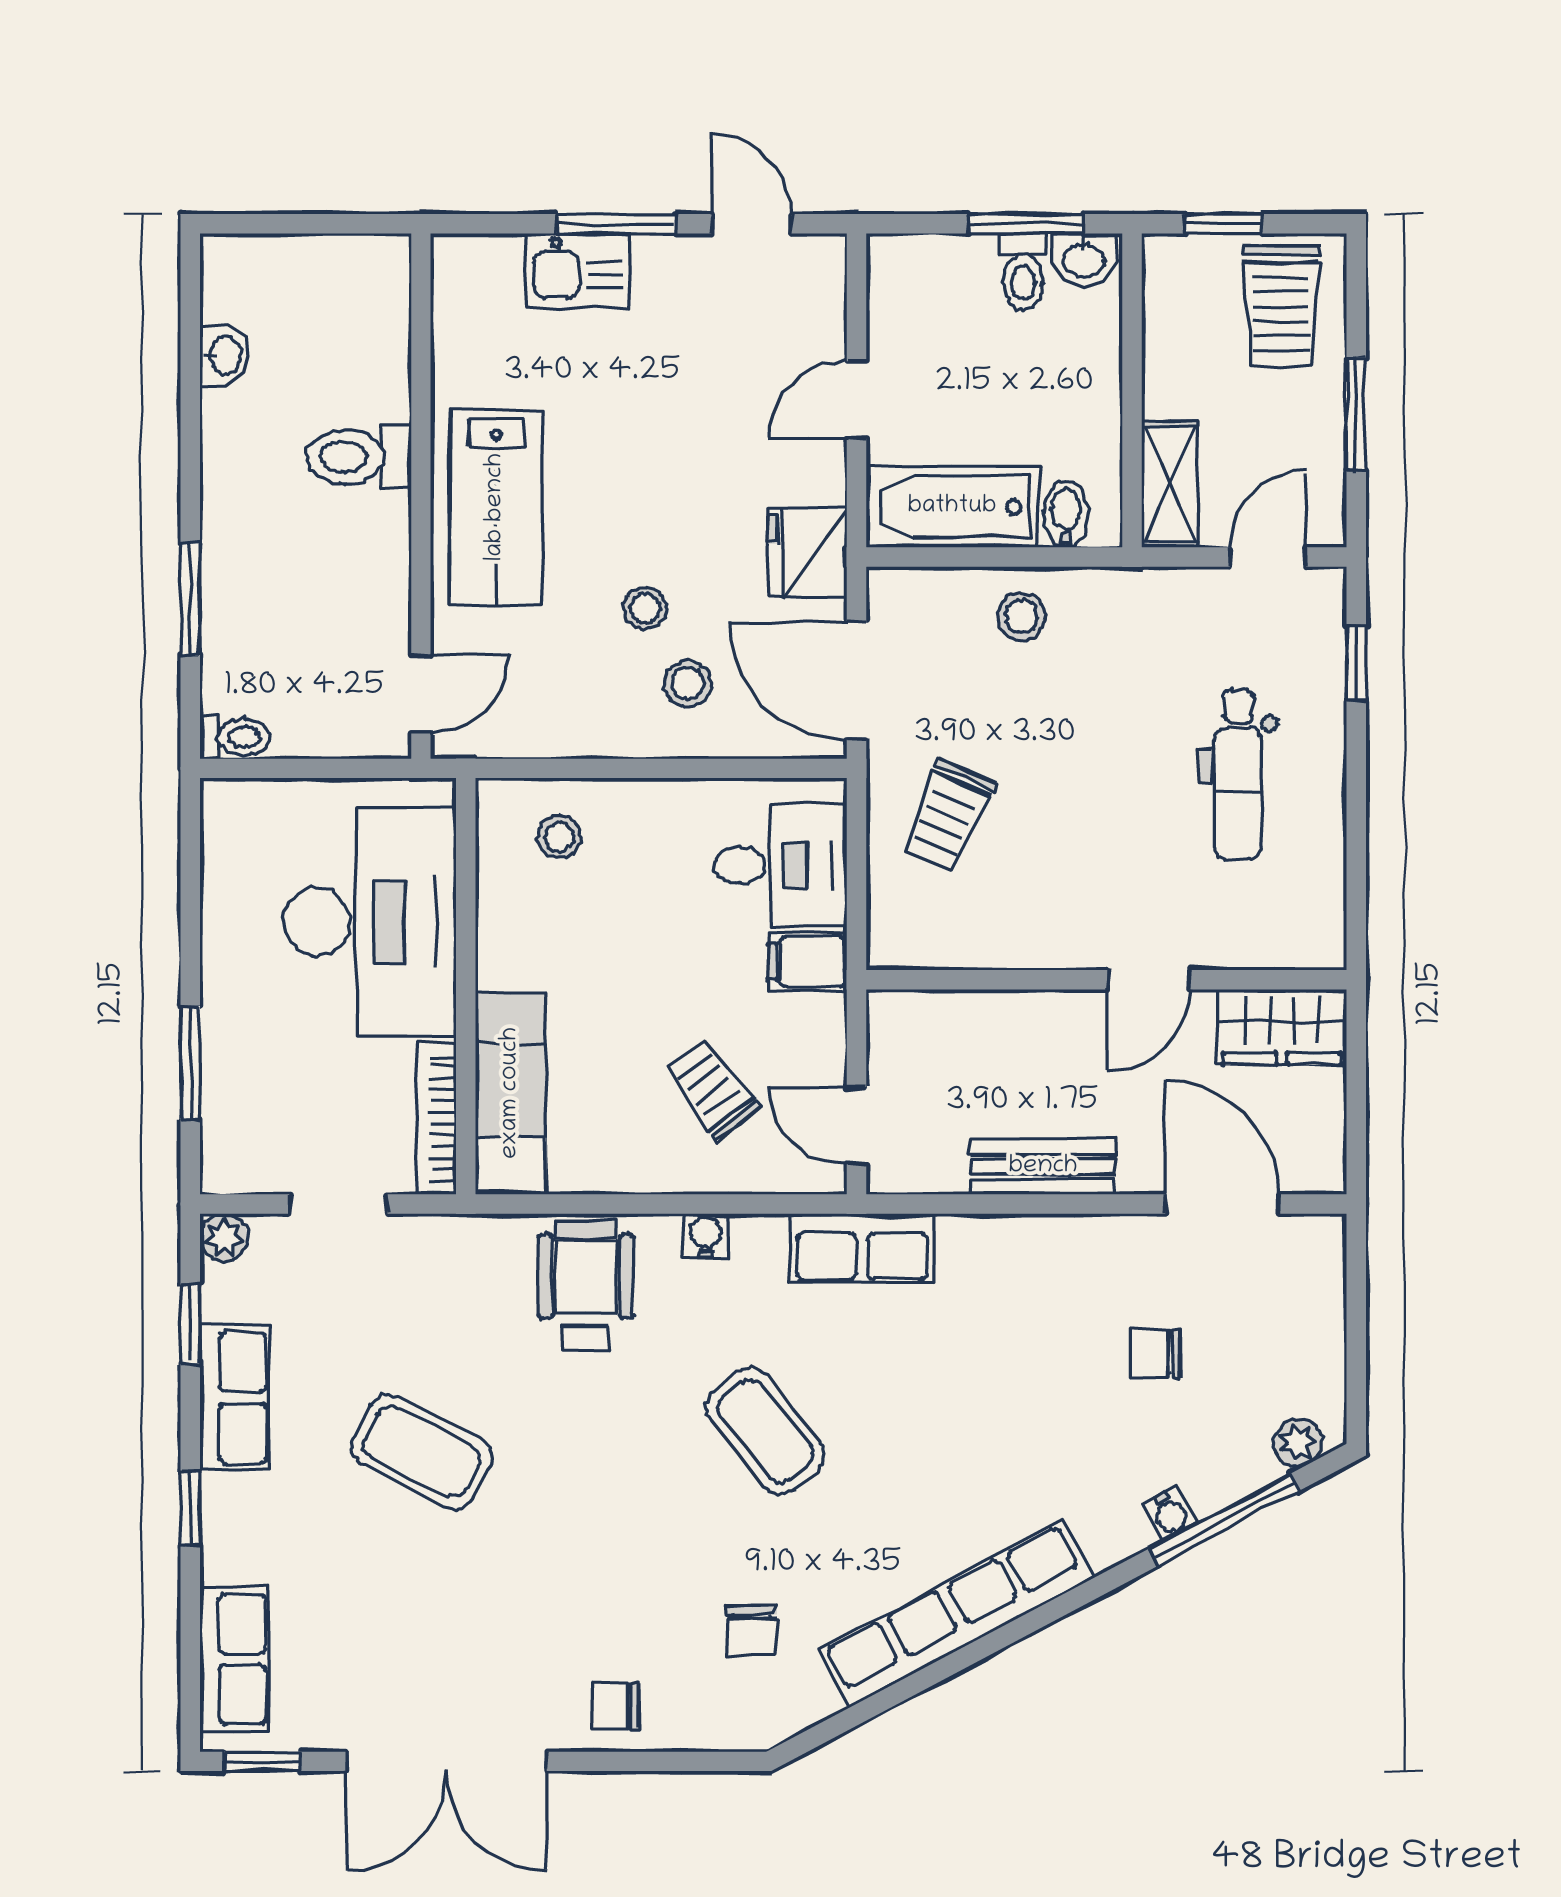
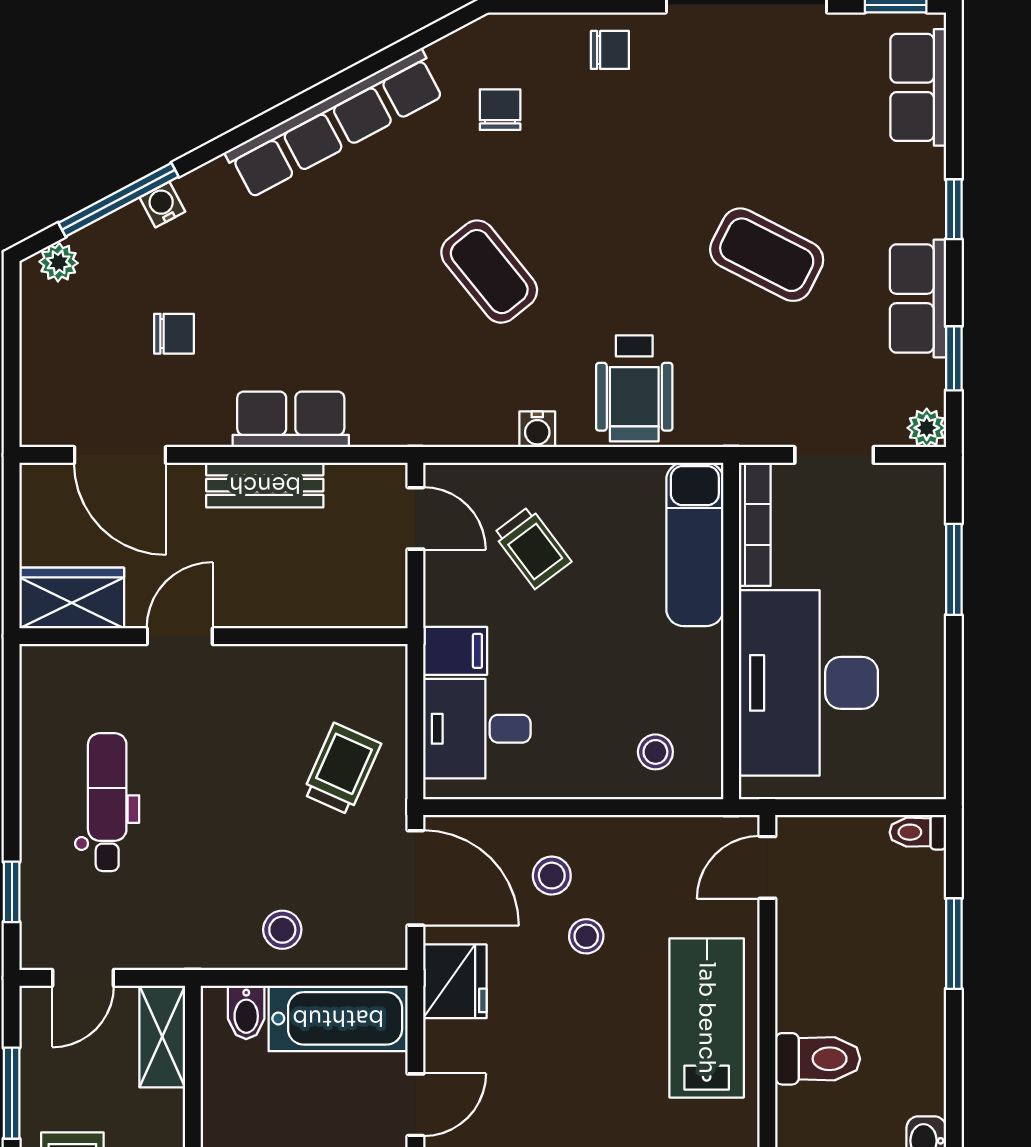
row of seats: (862, 1248) -> (291, 419), moved

